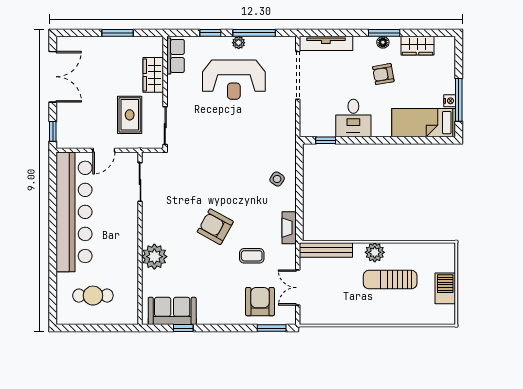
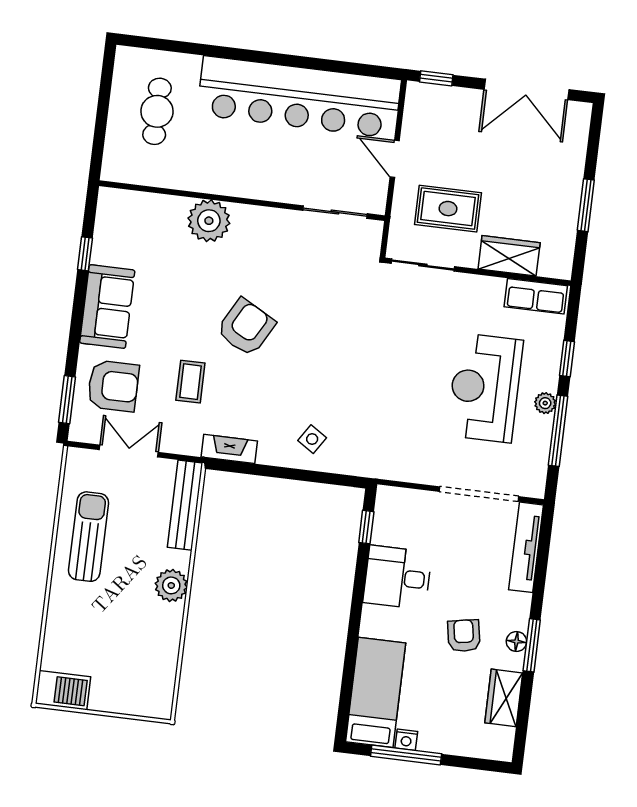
sun lounger: (390, 280) -> (89, 537), moved
barbecue: (445, 288) -> (63, 690), moved
sofa: (172, 311) -> (107, 307), moved

